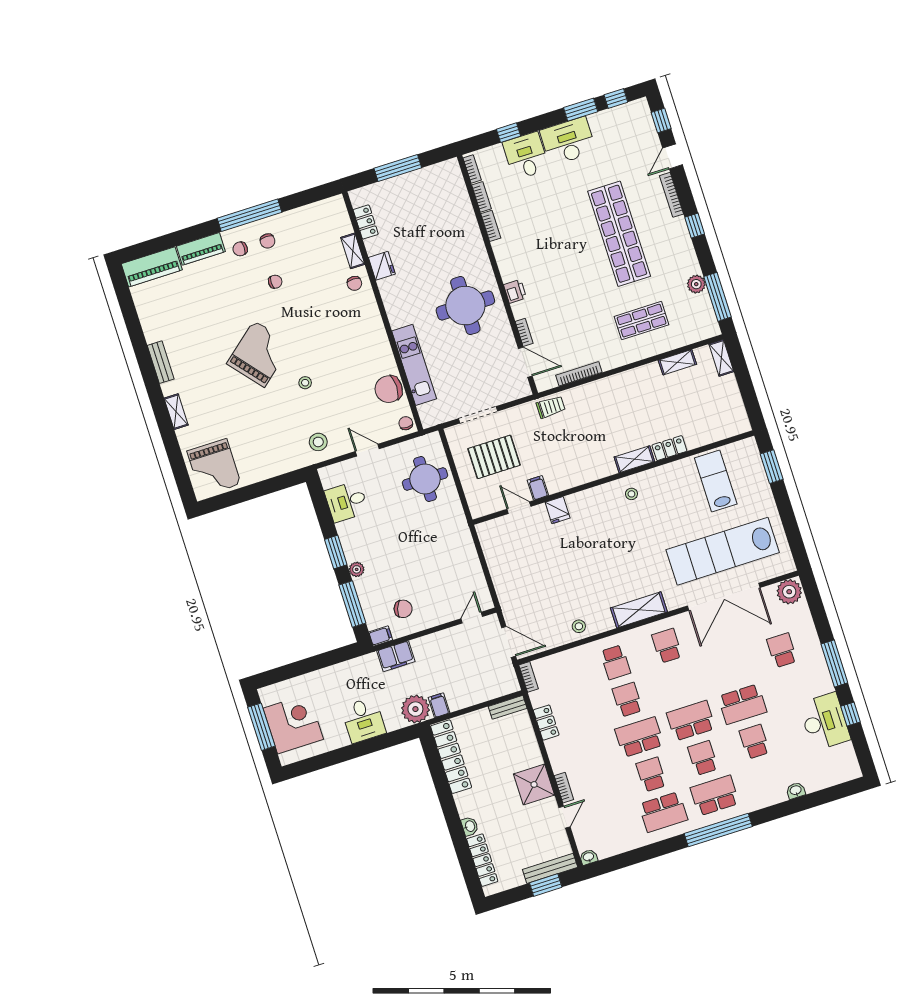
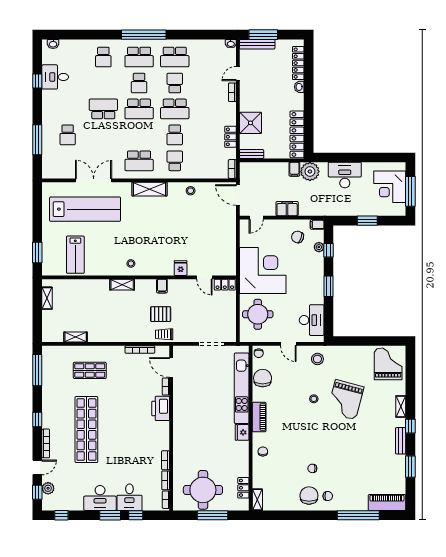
window: (581, 110) -> (110, 515), moved
window: (249, 215) -> (358, 515), moved
chair: (268, 241) -> (309, 496), width x1.87, depth x1.87
piano: (201, 249) -> (259, 417), moved, turned 90
shelving: (353, 251) -> (257, 500), moved
fridge: (382, 266) -> (242, 432), moved
plant: (696, 284) -> (48, 488), moved
printer: (515, 291) -> (161, 408), width x1.87, depth x1.48
round table: (465, 306) -> (203, 490), moved
window: (135, 329) -> (410, 467), added
grand piano: (259, 354) -> (345, 400), moved, turned -35
shelving: (721, 358) -> (47, 298), moved
kitchen unit: (414, 365) -> (242, 388), width x1.36
window: (153, 388) -> (410, 426), added
chair: (389, 389) -> (263, 378), turned -90
locker: (669, 448) -> (225, 285), moved
pallet: (494, 457) -> (161, 314), moved, width x0.67, depth x0.71
filing cabinet: (538, 488) -> (162, 286), moved
desk: (346, 501) -> (312, 320), width x1.37
corner desk: (438, 544) -> (263, 270), added
plant: (357, 569) -> (319, 247), moved
plant: (789, 592) -> (51, 170), removed
double door: (724, 597) -> (94, 180), width x0.73
window: (352, 604) -> (328, 250), width x0.46
school desk: (667, 646) -> (139, 161), width x1.85
filing cabinet: (396, 656) -> (287, 209), moved
window: (834, 663) -> (37, 140), moved
window: (310, 665) -> (367, 221), added
desk: (363, 720) -> (345, 175), width x1.37
desk: (824, 722) -> (55, 77), width x0.73
school desk: (754, 742) -> (103, 57), moved
school desk: (651, 775) -> (175, 83), turned 180
shower: (534, 784) -> (250, 123), moved
washbasin: (796, 791) -> (53, 44), moved
school desk: (663, 812) -> (175, 57), turned 180
window: (546, 885) -> (263, 35), width x1.44

